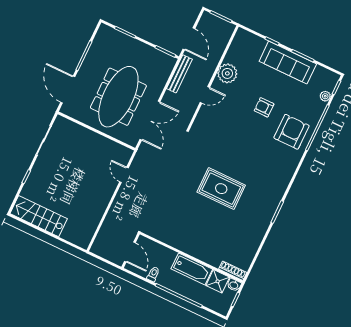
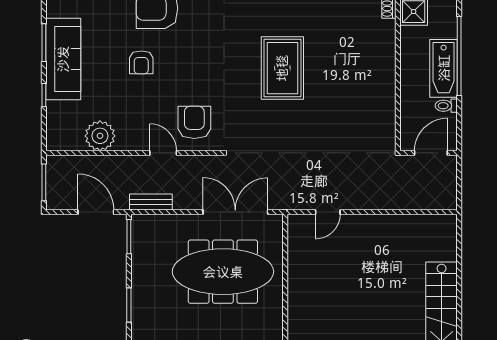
door: (189, 39) -> (96, 212), hinge flipped
plant: (227, 73) -> (100, 136), moved
bench: (179, 74) -> (151, 202), width x0.73
armchair: (214, 122) -> (194, 122), added
bathtub: (192, 269) -> (444, 68), moved, turned 180

